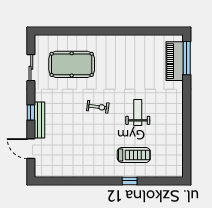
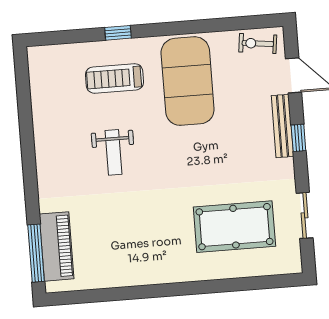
exercise bike: (98, 107) -> (258, 43), moved
exercise mat: (92, 150) -> (188, 81), added

